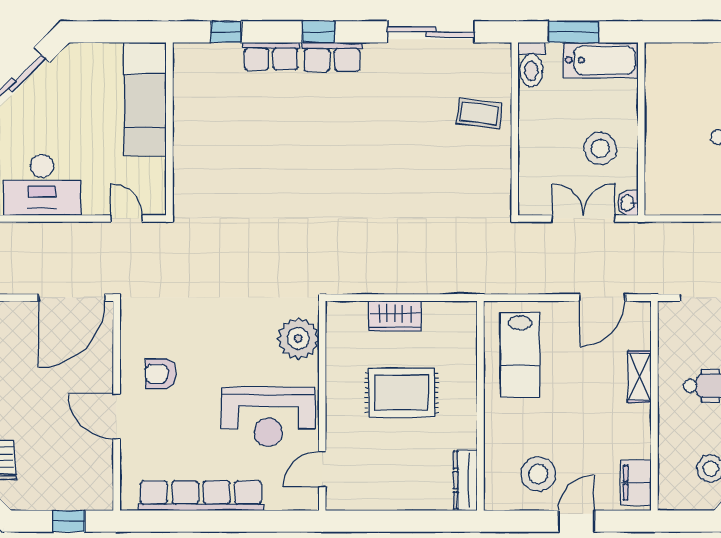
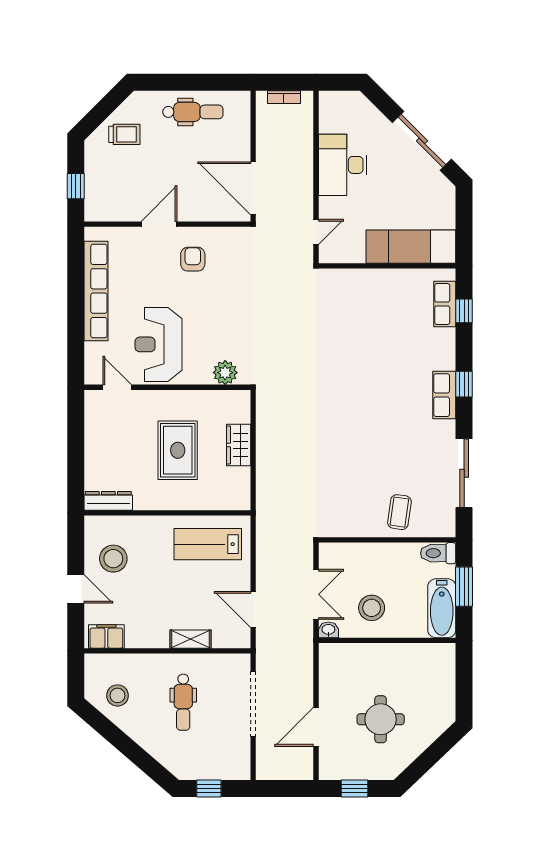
row of seats: (271, 56) -> (445, 304), moved
plant: (298, 339) -> (225, 373), width x0.73, depth x0.73

